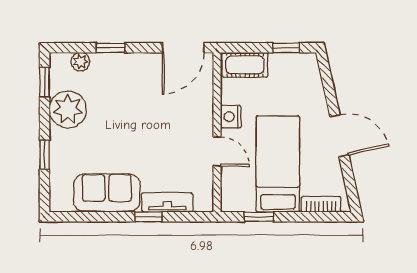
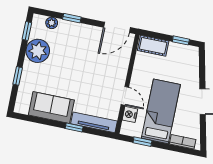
nightstand: (231, 117) -> (130, 114), moved
tv unit: (167, 202) -> (94, 122), width x1.41

